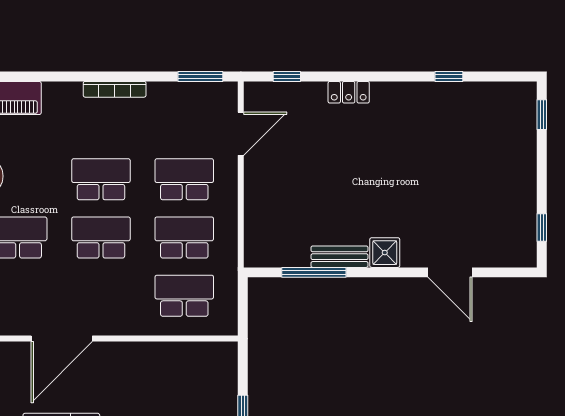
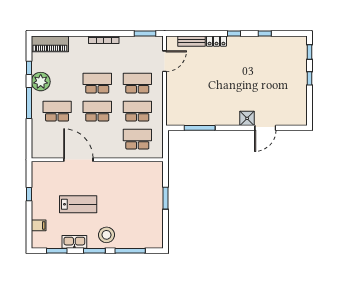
window: (287, 76) -> (234, 34), moved
window: (542, 228) -> (309, 78), moved
shower: (385, 253) -> (247, 118), moved
bench: (339, 257) -> (191, 41), moved
door: (450, 272) -> (265, 128), hinge flipped
door: (62, 339) -> (78, 160), swing flipped

